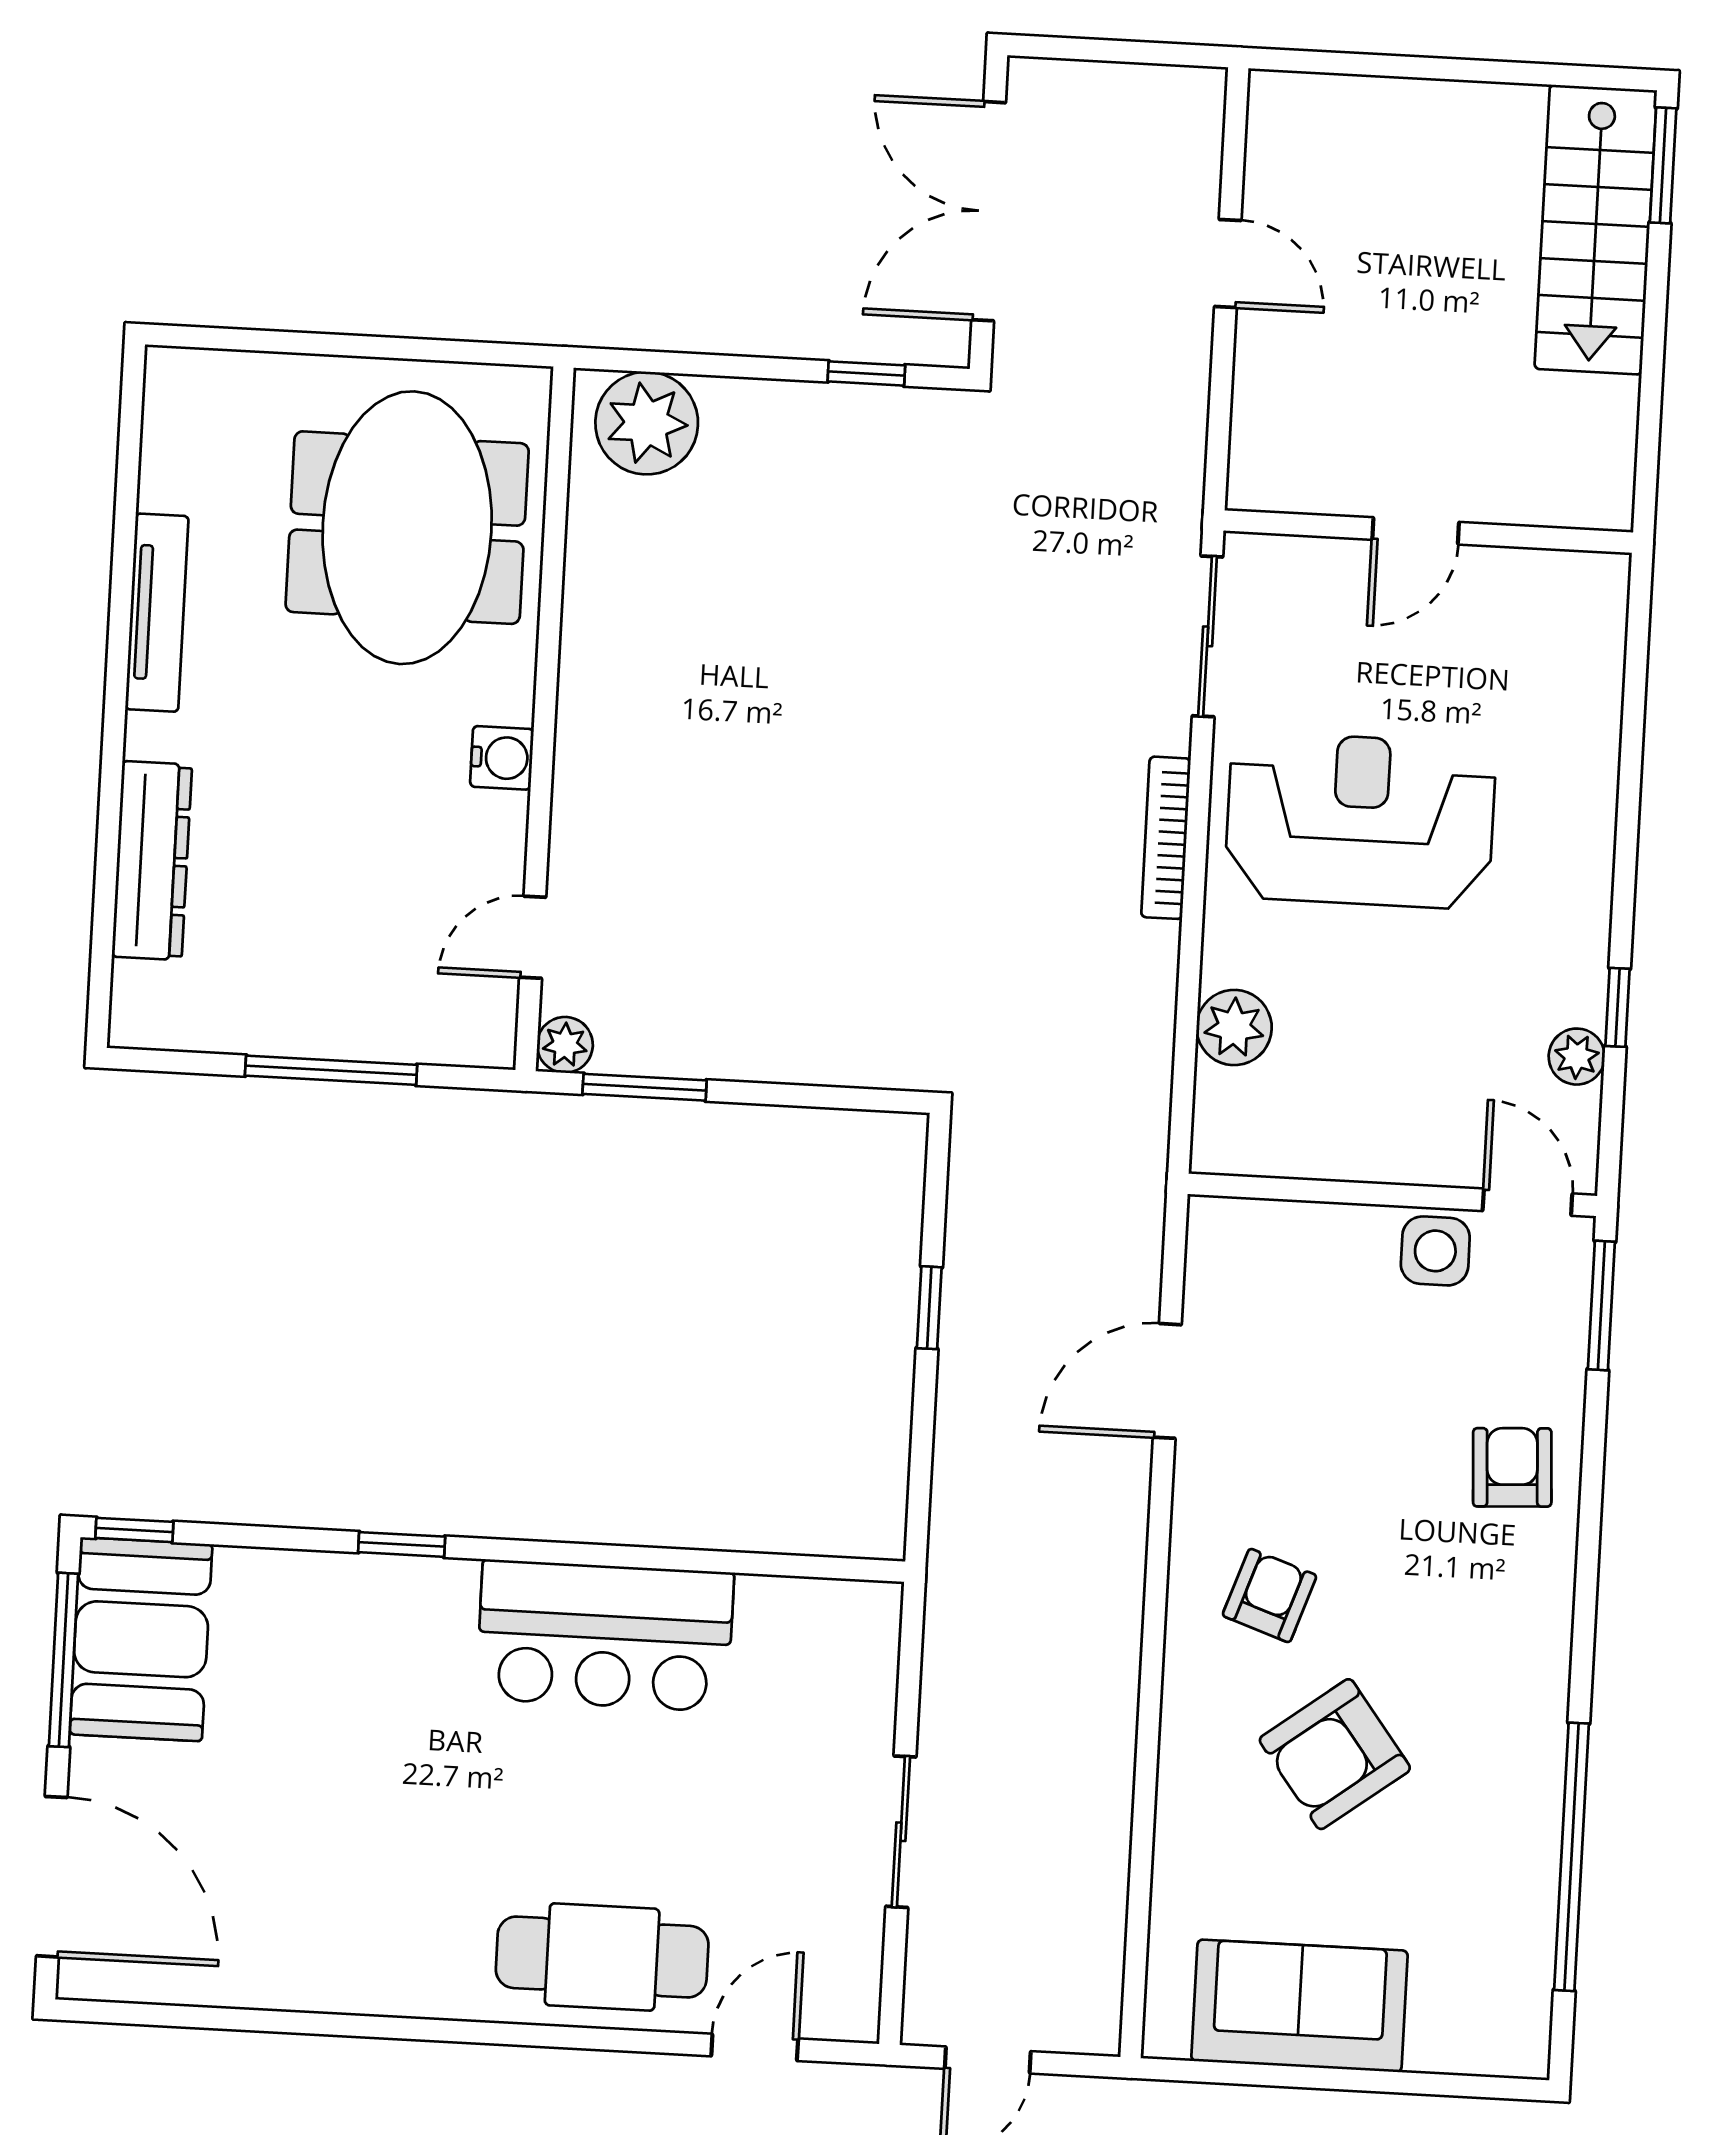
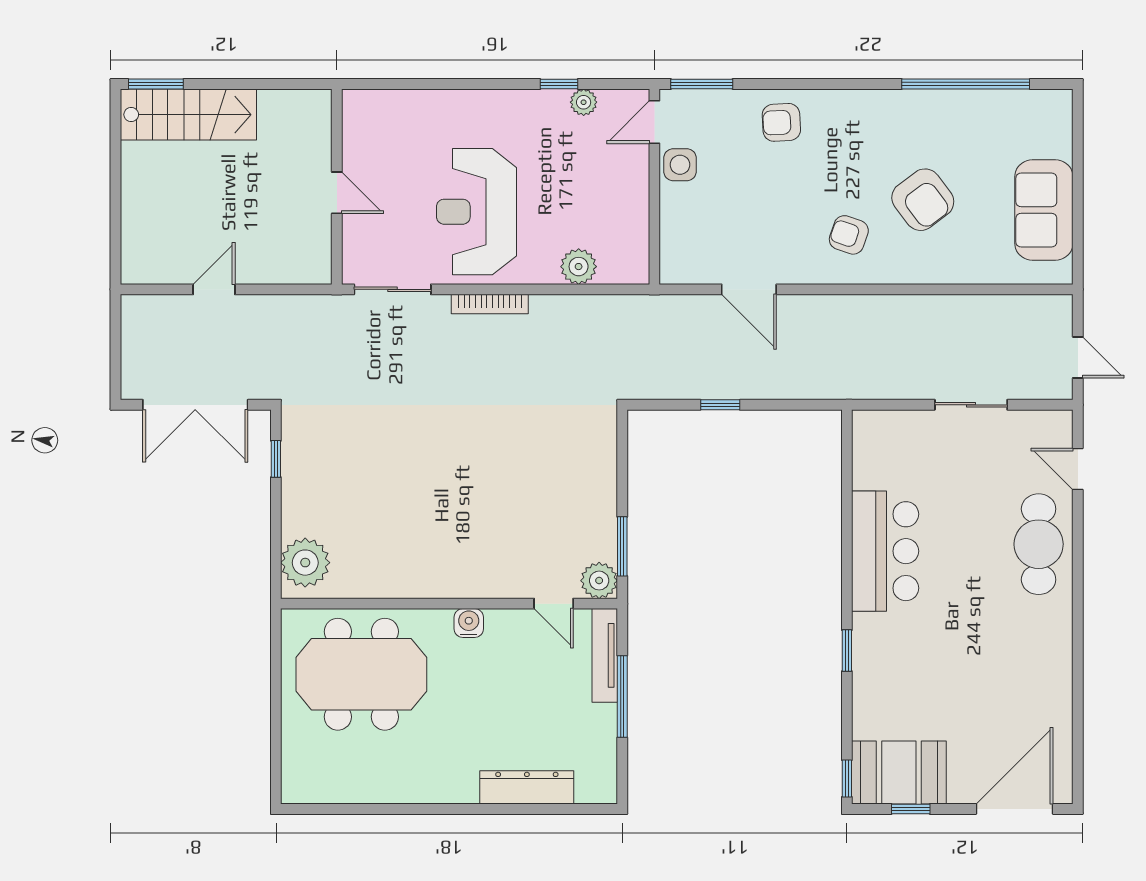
tv unit: (157, 613) -> (605, 655), moved, turned -90
plant: (565, 1045) -> (599, 581), width x1.38, depth x1.38
window: (63, 1660) -> (911, 809), width x0.46

